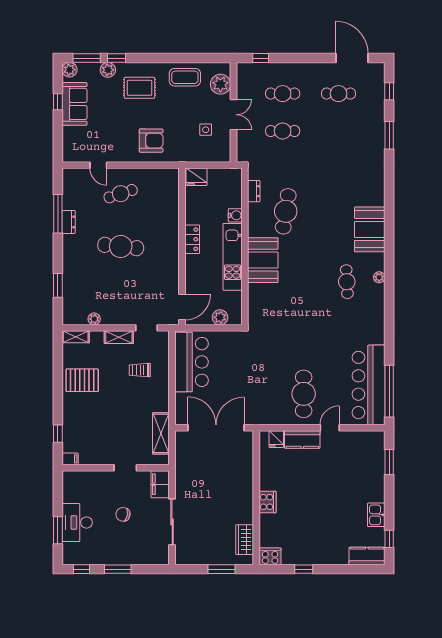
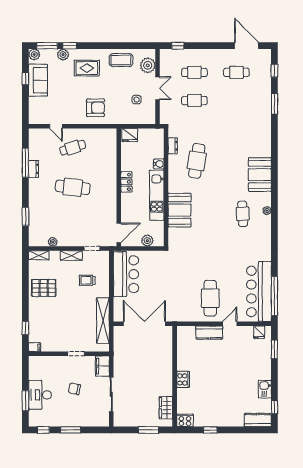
booth: (263, 260) -> (180, 210), moved
shelving: (161, 433) -> (103, 321), width x1.47
fridge: (276, 439) -> (259, 332), moved

